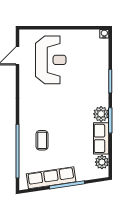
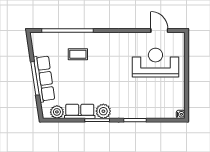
reception desk: (51, 60) -> (155, 63), turned 180
row of seats: (51, 178) -> (44, 79), moved

